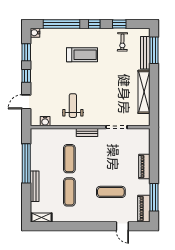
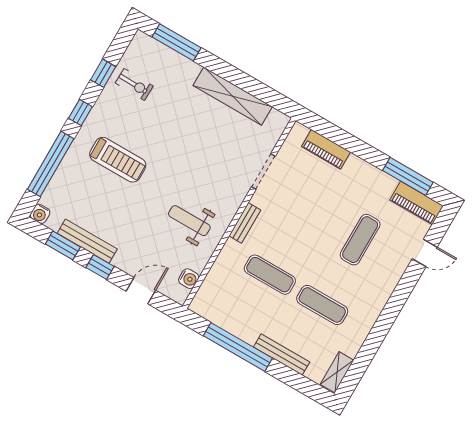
bench: (145, 53) -> (87, 241), moved
treadmill: (82, 55) -> (118, 160), turned 90
door: (26, 102) -> (141, 291), swing flipped
piano: (144, 167) -> (326, 149), moved

